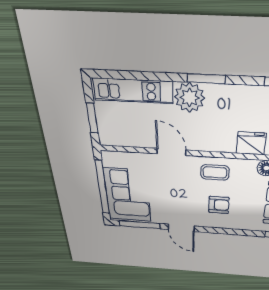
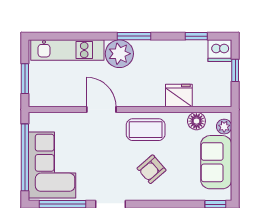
coffee table: (215, 172) -> (146, 130), width x1.36, depth x1.30
armchair: (219, 205) -> (151, 169), turned 139

